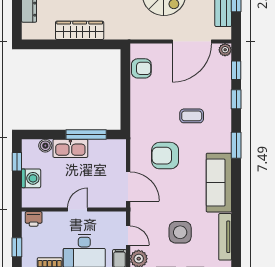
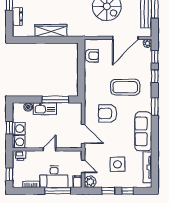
coffee table: (192, 116) -> (125, 87), width x1.86, depth x1.72
window: (17, 162) -> (9, 128), moved
washing machine: (31, 198) -> (19, 142), added

